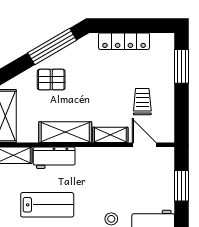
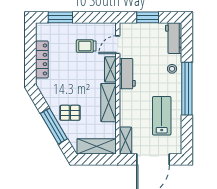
window: (52, 47) -> (54, 126), moved
pallet: (51, 80) -> (70, 113), turned 90
workbench: (54, 158) -> (127, 74), moved

